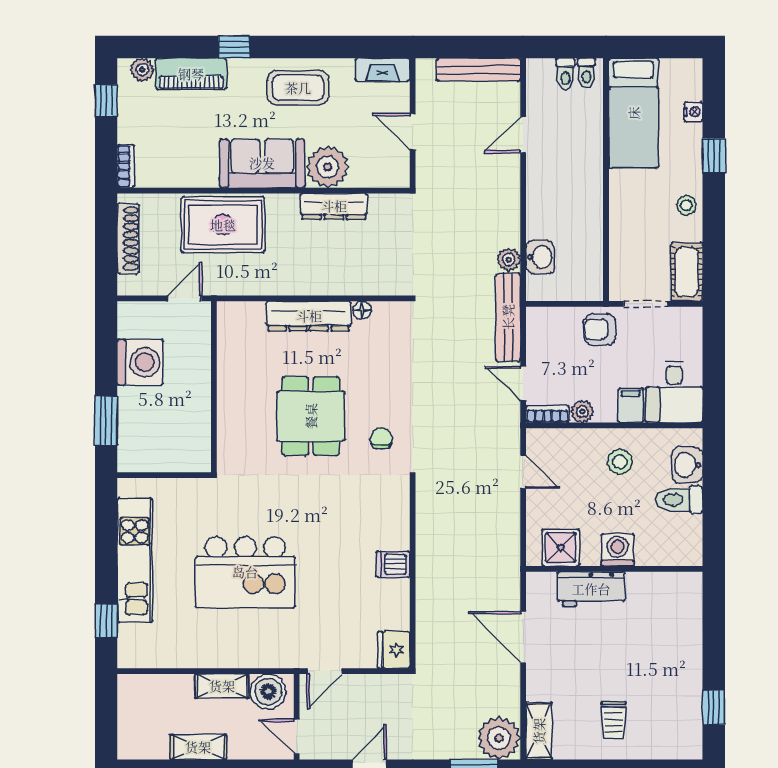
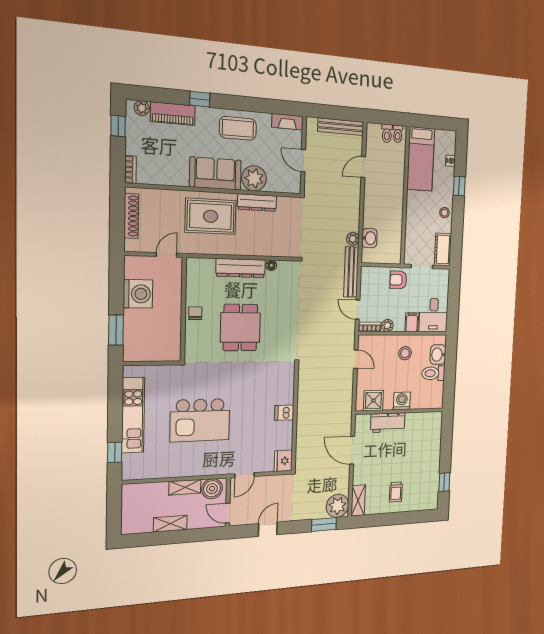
rug: (223, 225) -> (211, 216), moved
chair: (381, 439) -> (195, 313), moved

